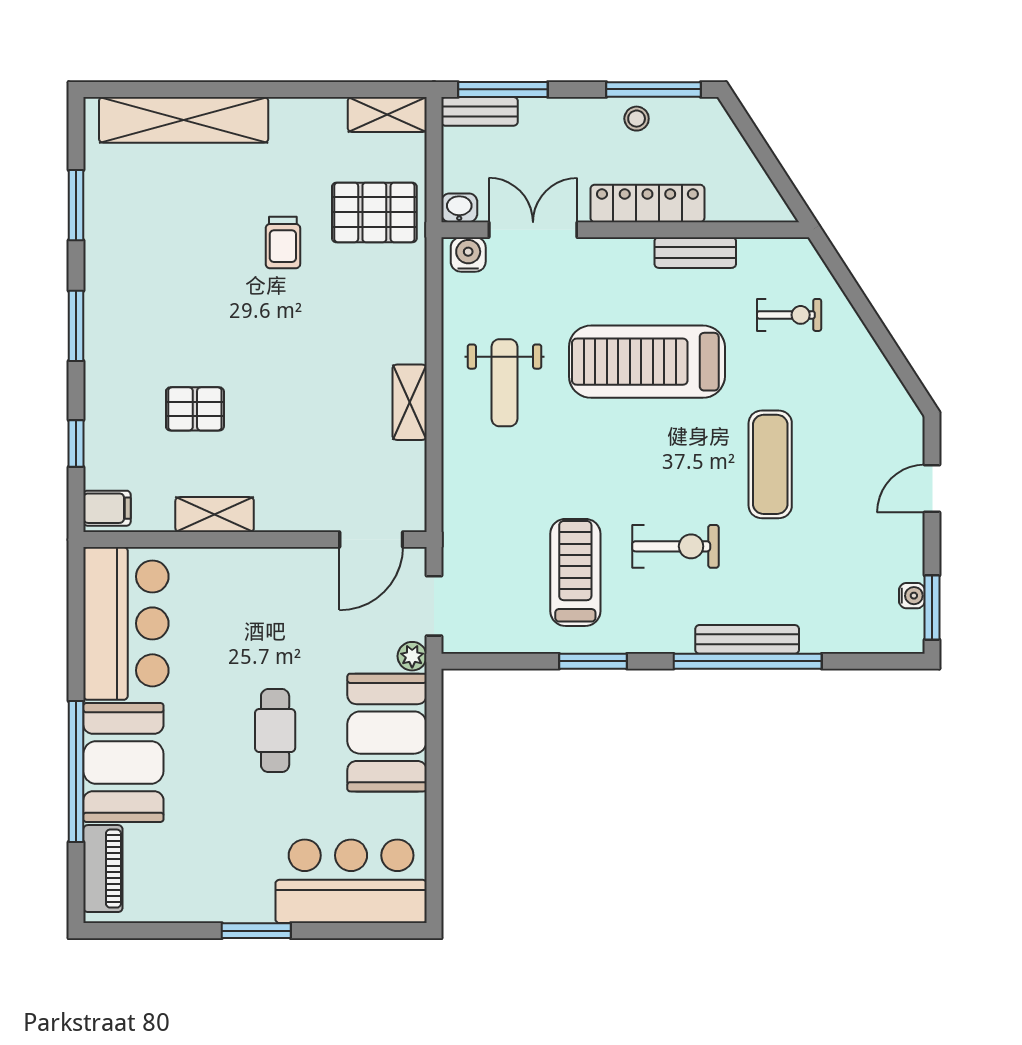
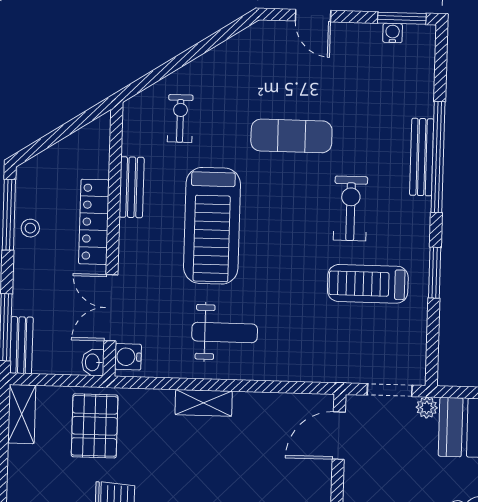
shelving: (410, 402) -> (204, 403), moved
door: (371, 540) -> (339, 436), swing flipped

